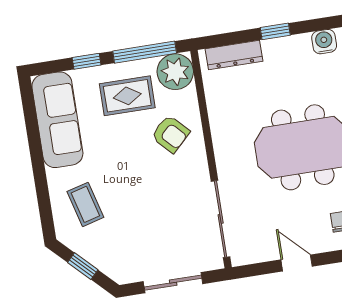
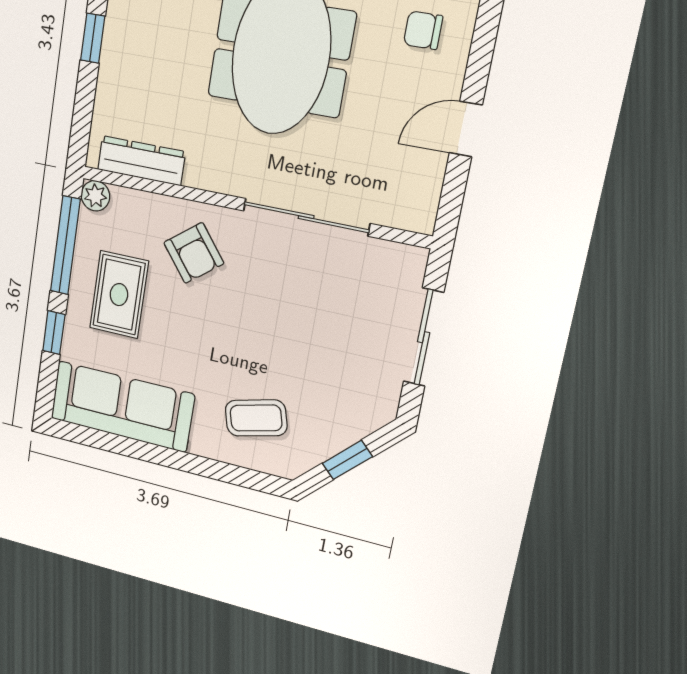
dresser: (234, 55) -> (141, 161), moved, turned -90
plant: (175, 72) -> (95, 196), width x0.53, depth x0.53
armchair: (171, 134) -> (194, 253), turned 96
sliding door: (221, 219) -> (306, 217), moved

